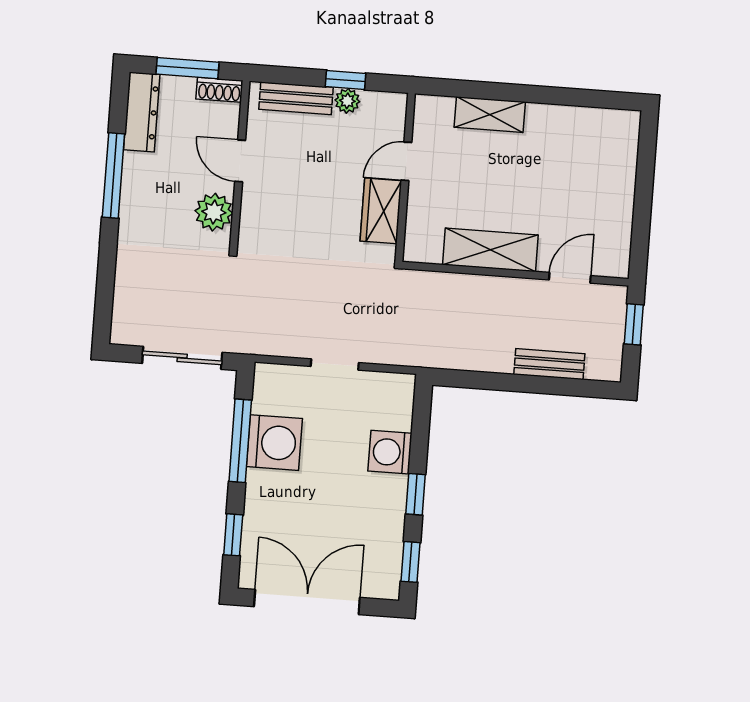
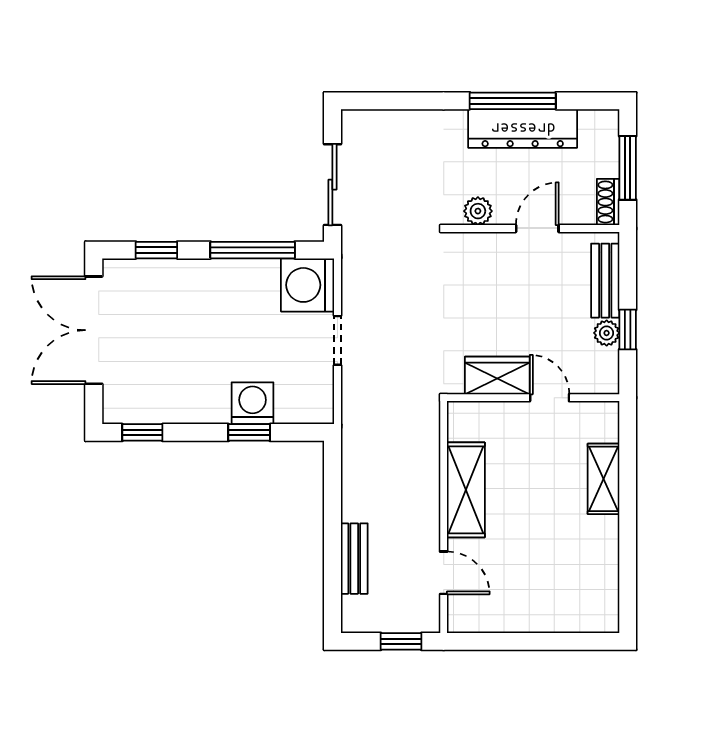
dresser: (142, 112) -> (523, 129), moved, width x1.37, depth x1.24
plant: (214, 212) -> (478, 211), width x0.73, depth x0.73
washing machine: (274, 443) -> (308, 285), moved, turned 90
window: (416, 494) -> (249, 432), moved
double door: (307, 602) -> (94, 330), swing flipped

